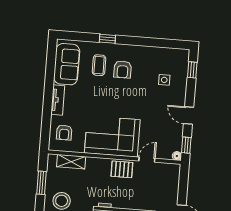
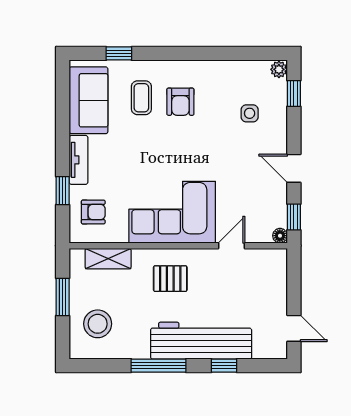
window: (107, 39) -> (119, 53), moved
plant: (184, 55) -> (279, 69), added
window: (47, 118) -> (63, 191), added
armchair: (64, 133) -> (93, 212), turned -90
pallet: (122, 169) -> (170, 279), moved

